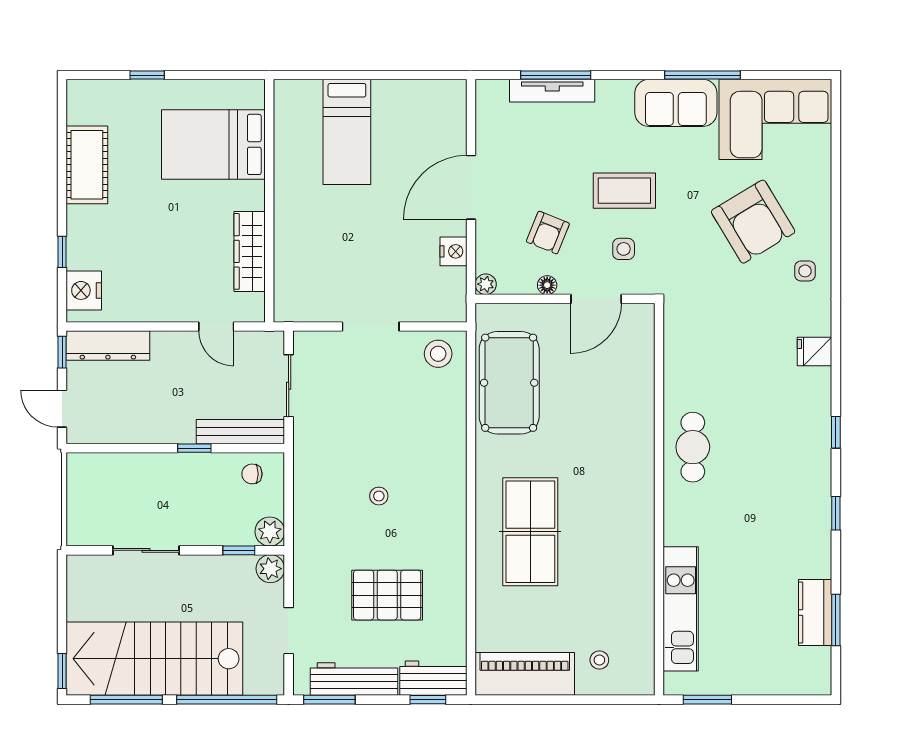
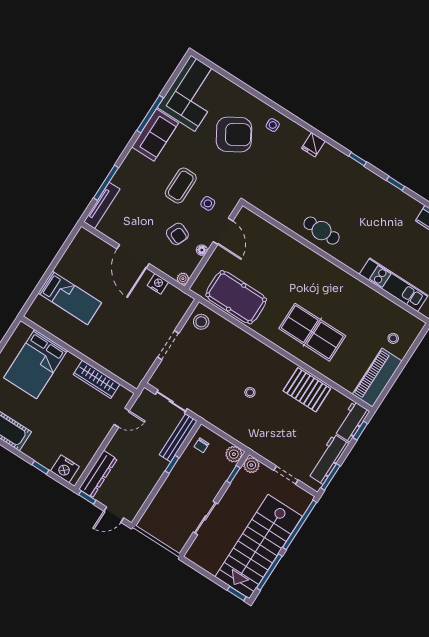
tv unit: (552, 91) -> (102, 205), moved
pallet: (387, 595) -> (307, 390), moved, turned 90

